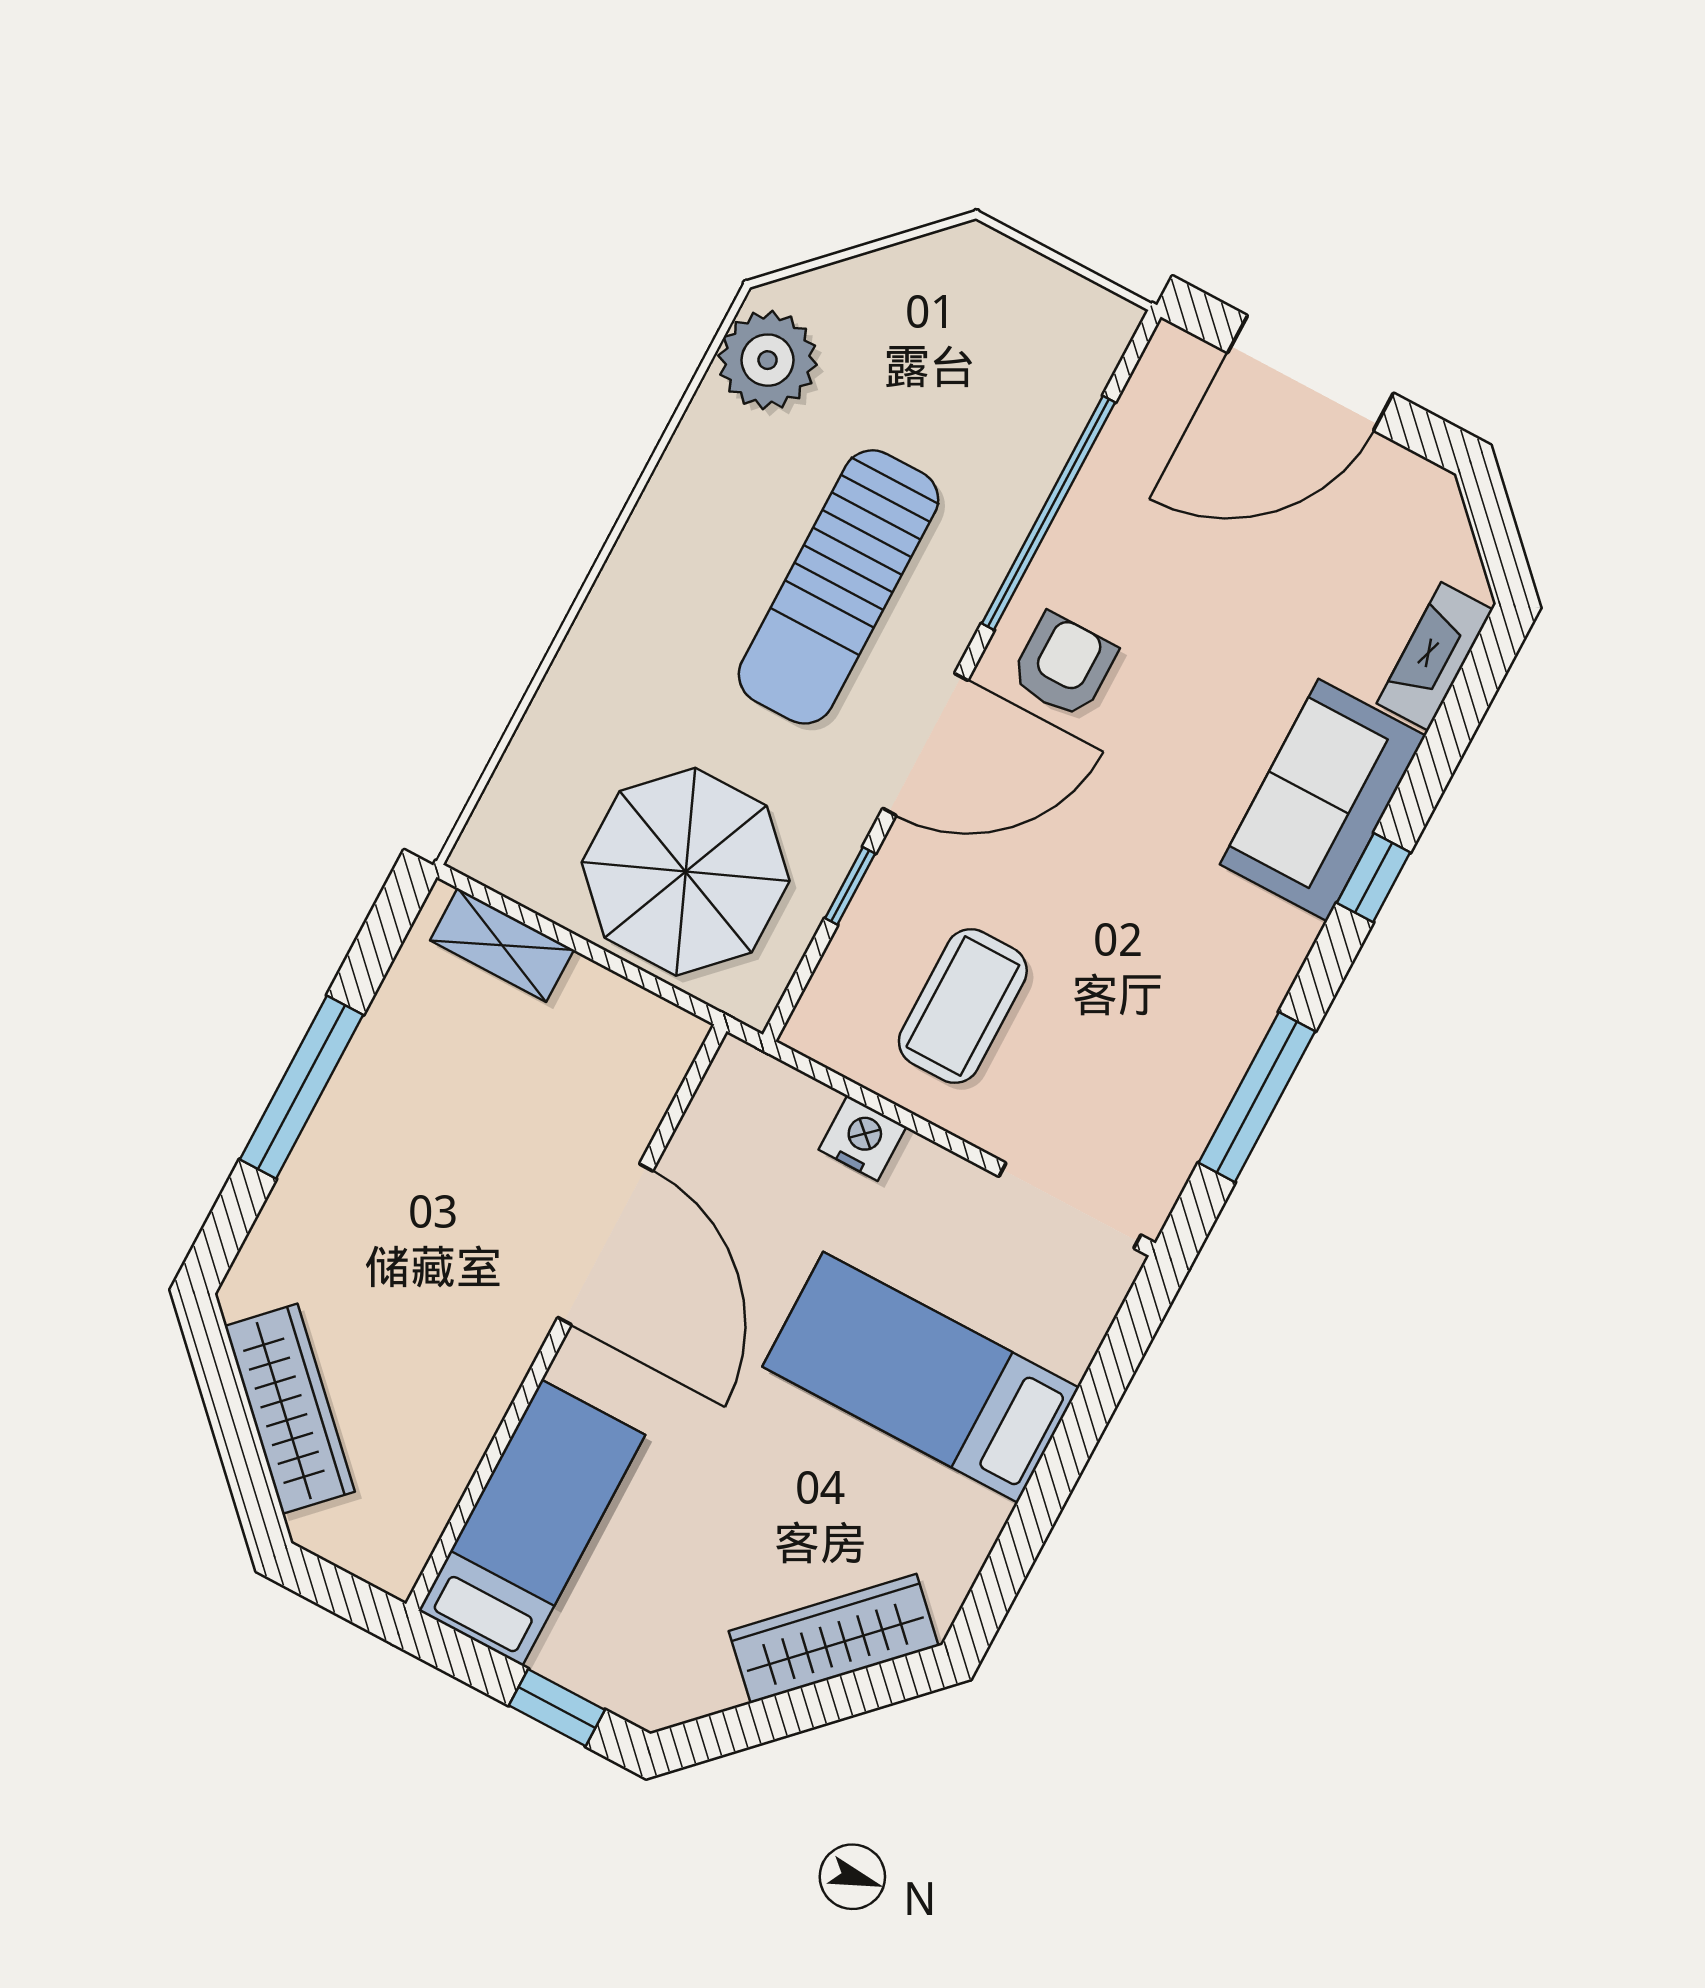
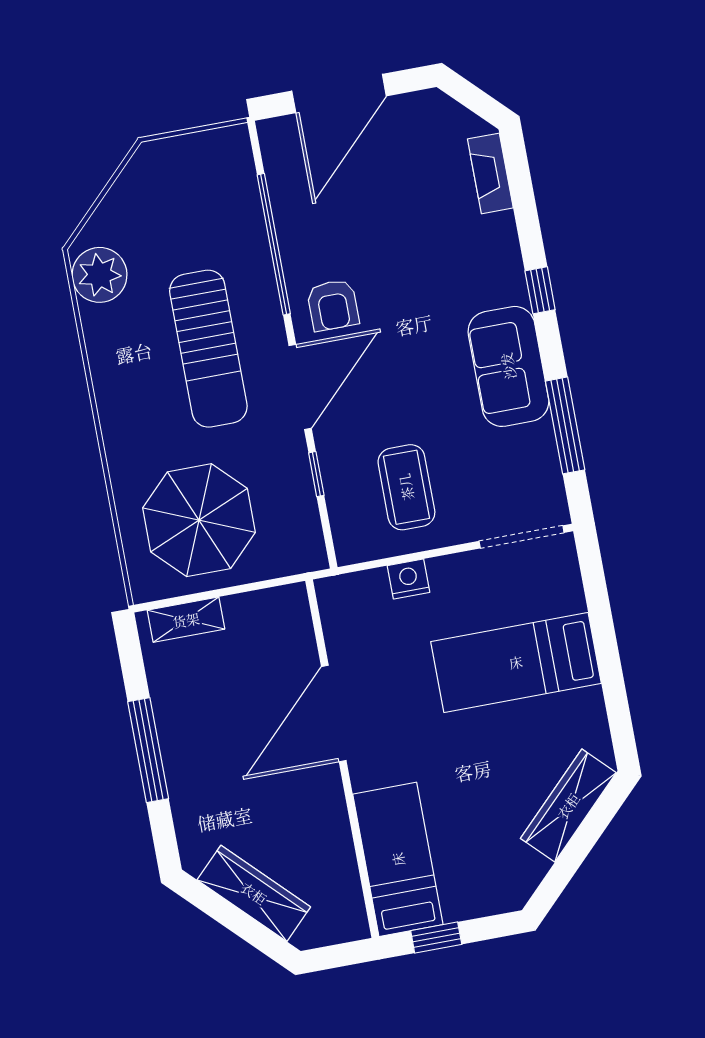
armchair: (1064, 665) -> (333, 305), turned 180
sofa: (1323, 800) -> (508, 366), moved
parasol: (686, 872) -> (199, 520), moved
door: (605, 1244) -> (334, 714), swing flipped
window: (557, 1708) -> (436, 937), moved

